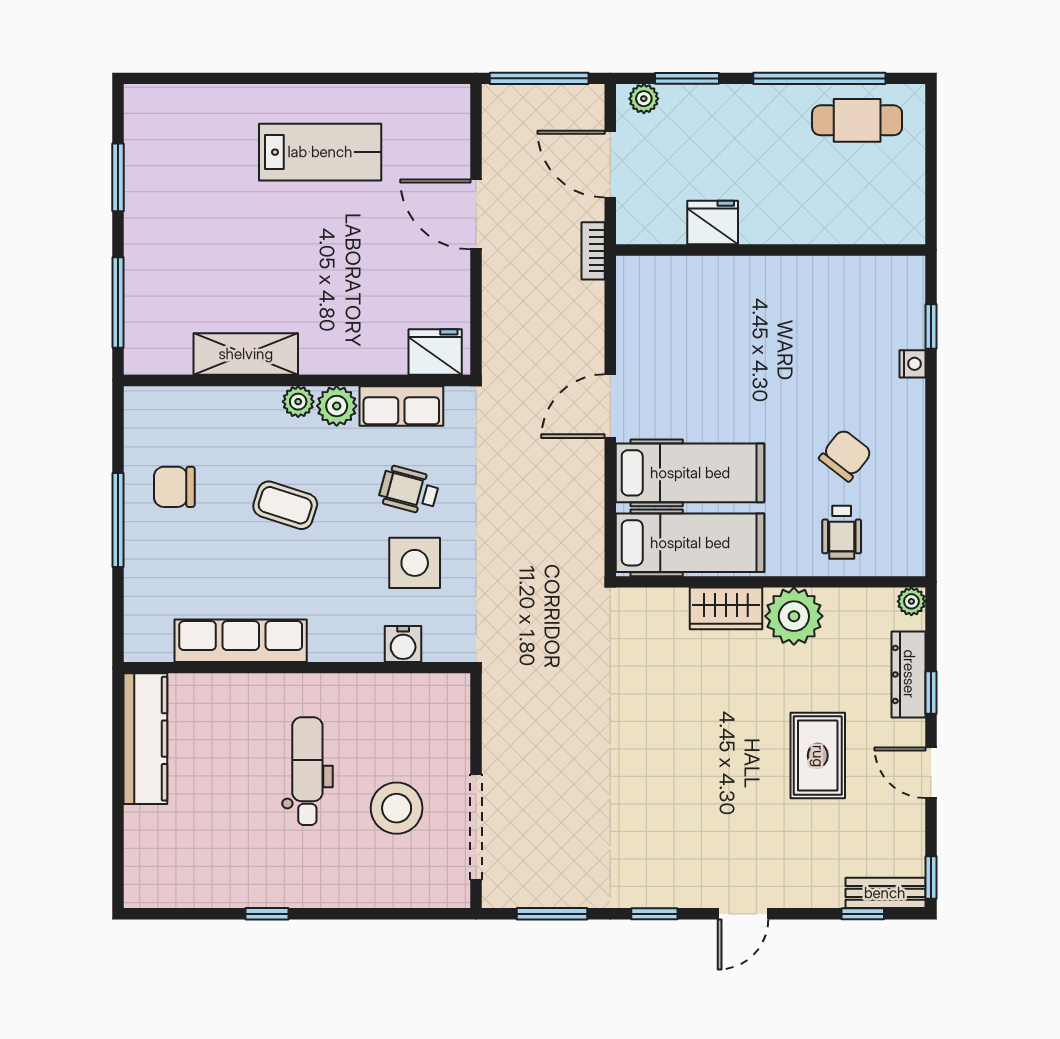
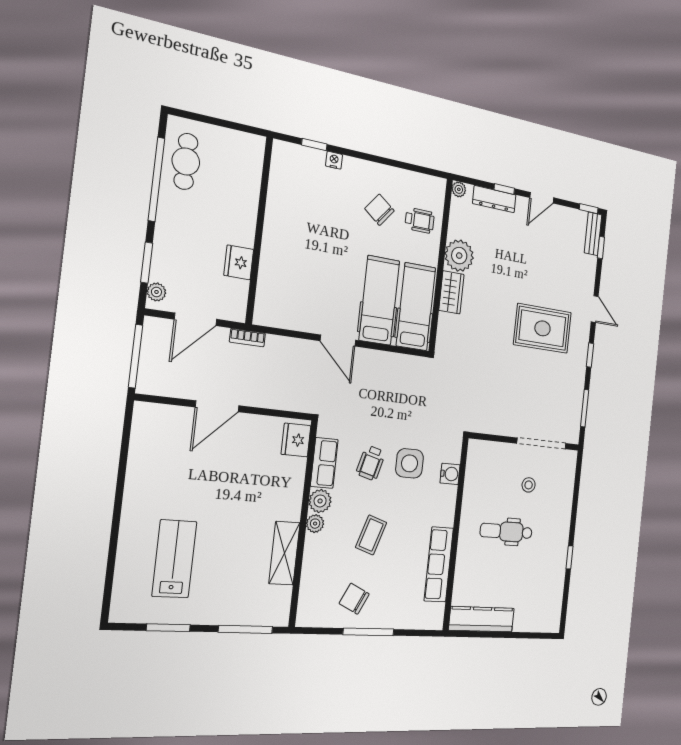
lab bench: (320, 152) -> (174, 559), moved
chair: (174, 487) -> (354, 599), turned 116
rug: (818, 756) -> (543, 328), moved, width x1.36, depth x1.43
stool: (397, 808) -> (529, 485), width x0.53, depth x0.53

